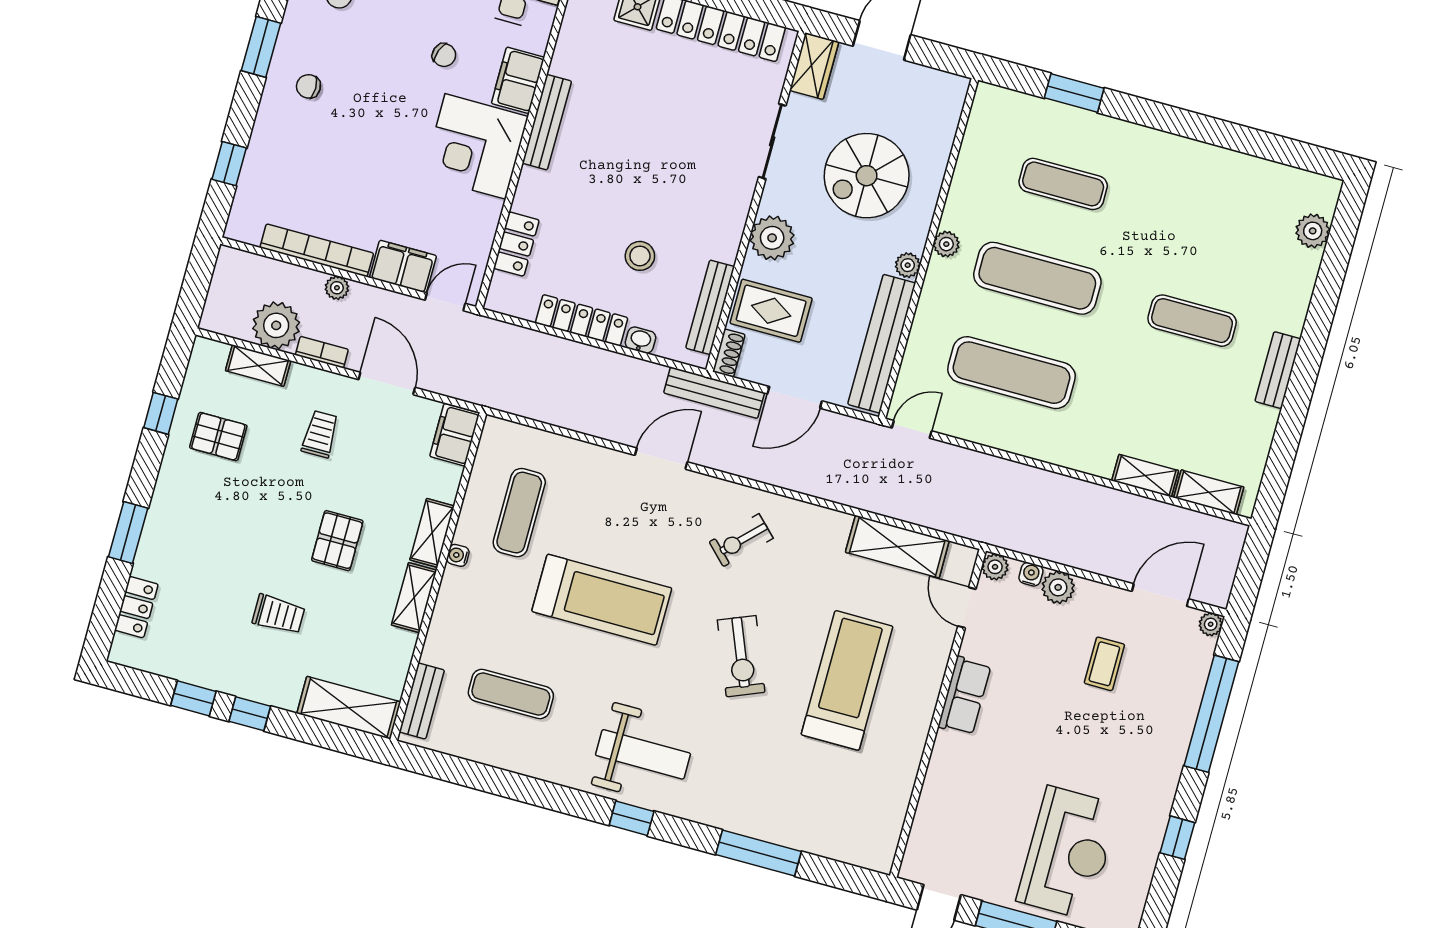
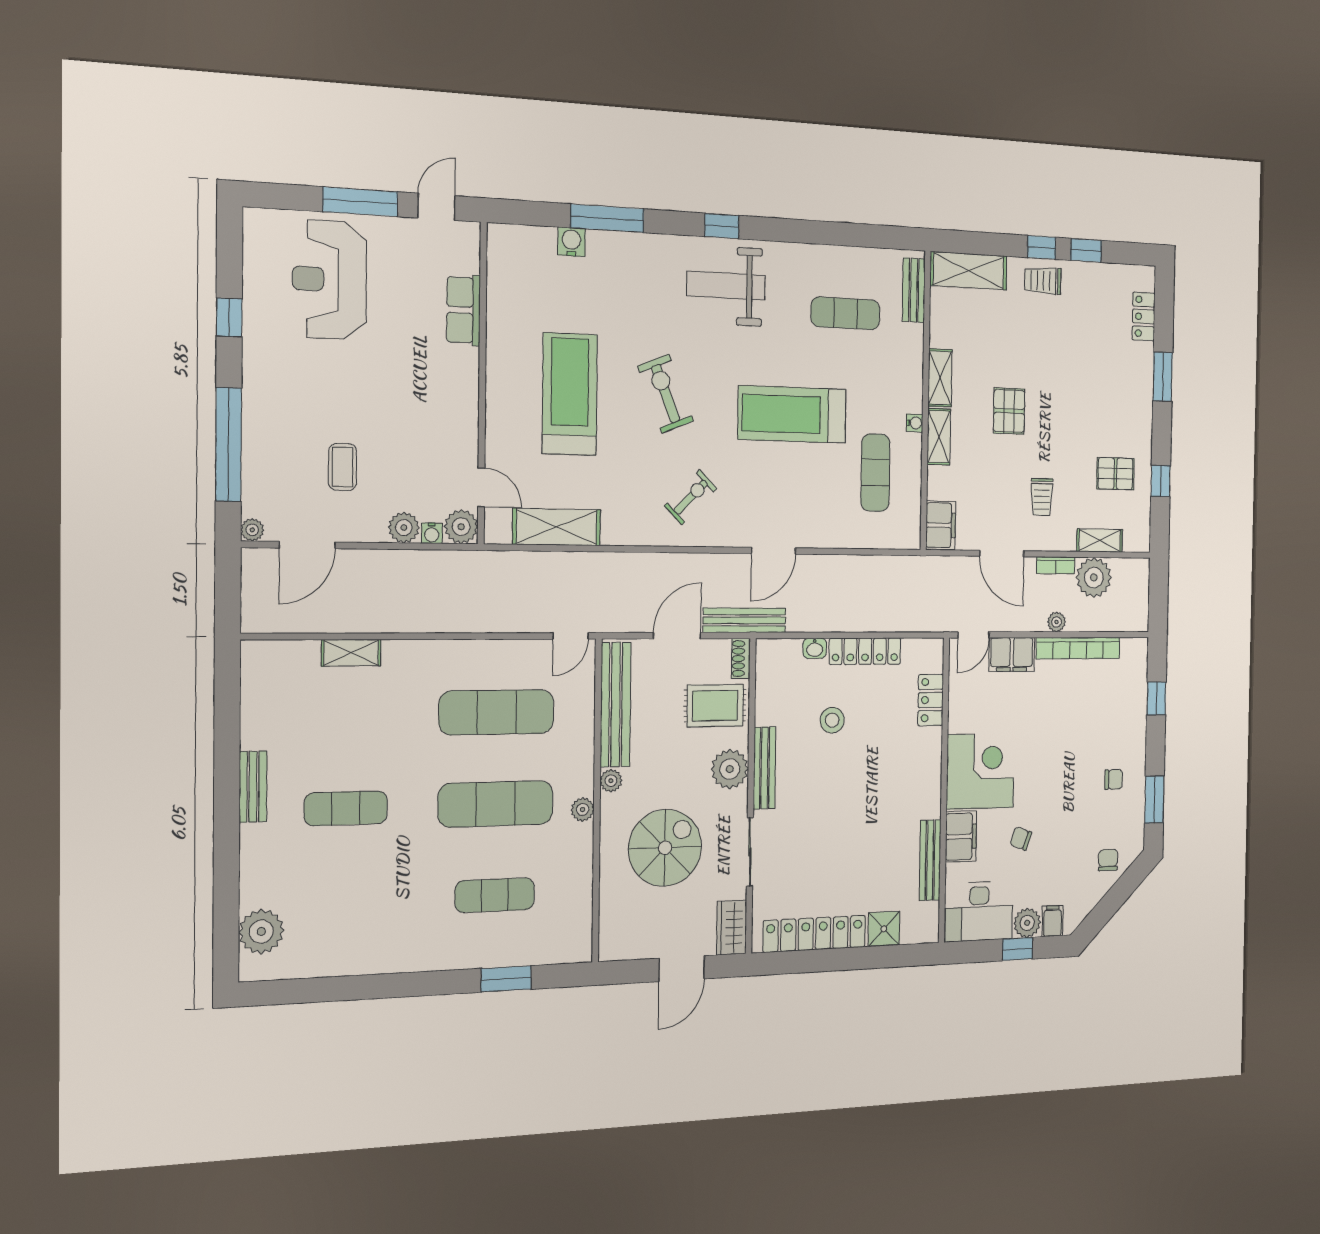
bench: (547, 122) -> (930, 860), moved
plant: (1313, 231) -> (261, 931), width x1.36, depth x1.36
bench: (710, 307) -> (764, 768), moved
shelving: (1209, 492) -> (287, 654), removed
plant: (995, 567) -> (461, 527), width x1.38, depth x1.38
trolley: (279, 614) -> (1043, 281), moved
treadmill: (847, 680) -> (570, 394), turned 180
row of seats: (964, 696) -> (463, 310), moved
water cooler: (804, 837) -> (571, 242), added

